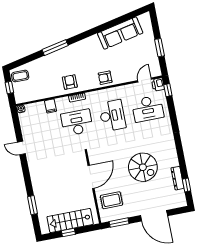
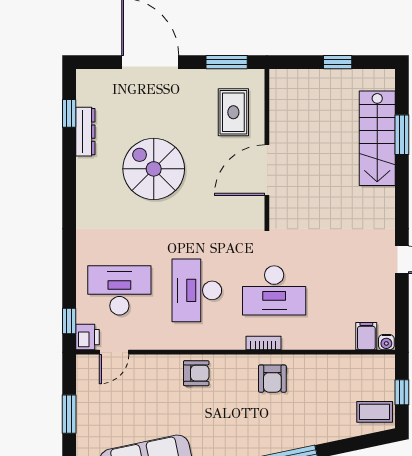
filing cabinet: (51, 106) -> (366, 336), moved
rug: (112, 200) -> (233, 112), turned 90
stairs: (70, 220) -> (377, 138), moved, turned 90

